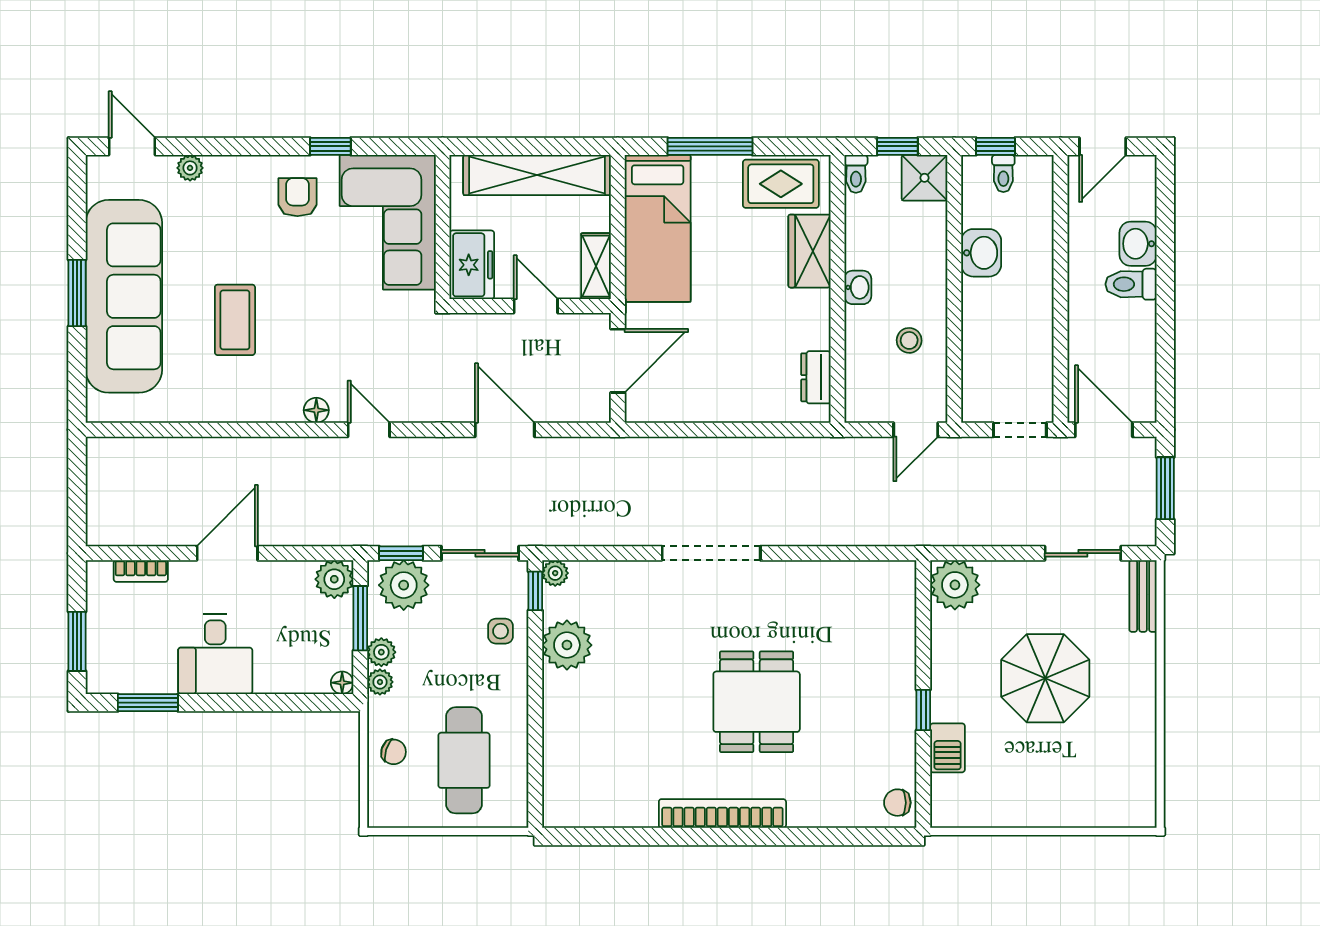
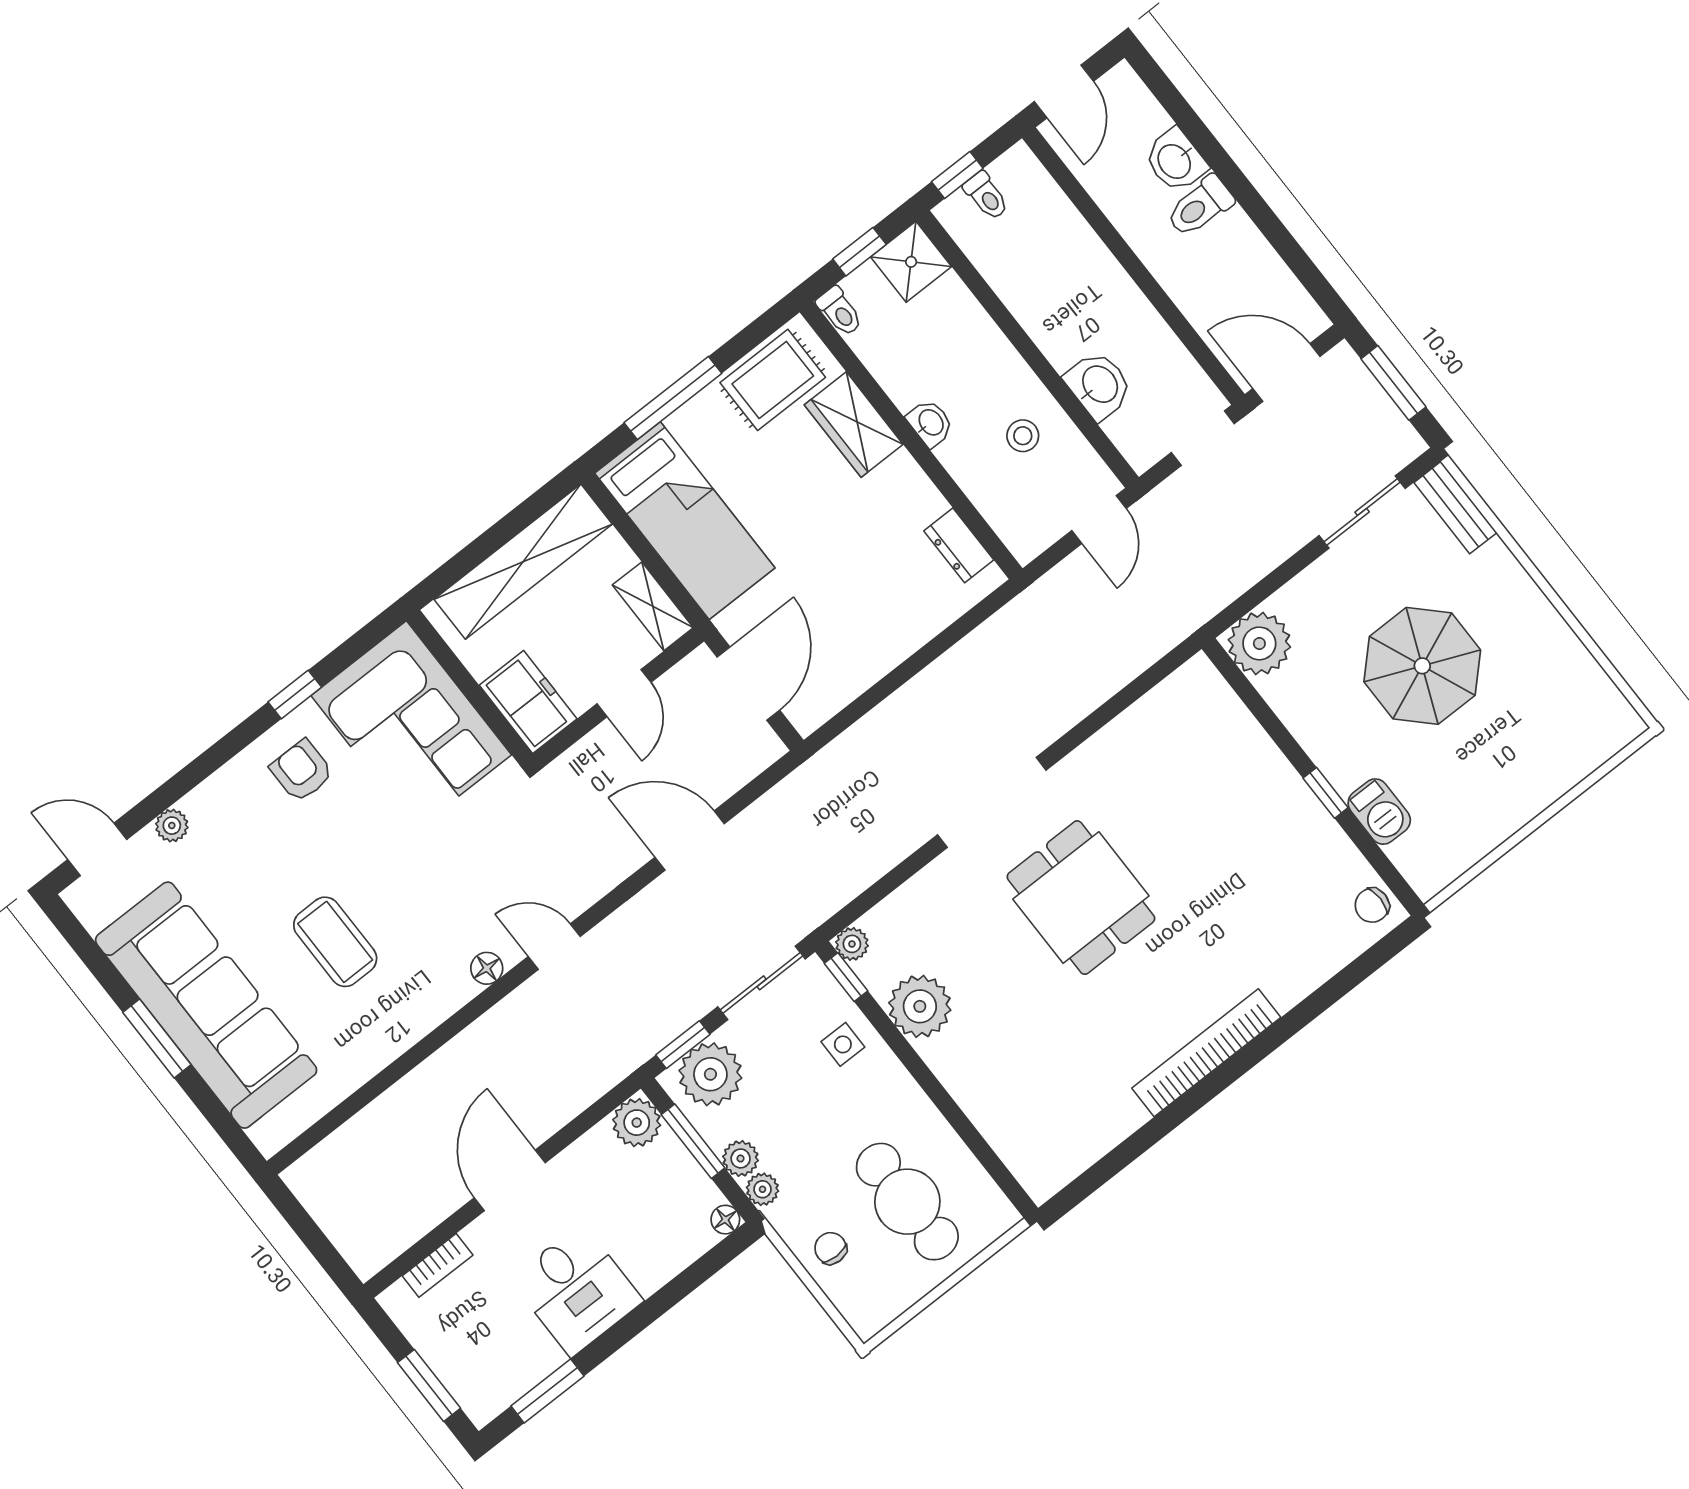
washbasin: (981, 253) -> (1099, 385), moved
door: (536, 306) -> (624, 693), swing flipped
dining table: (757, 702) -> (1081, 898), moved
chair: (394, 752) -> (831, 1248), turned -108

